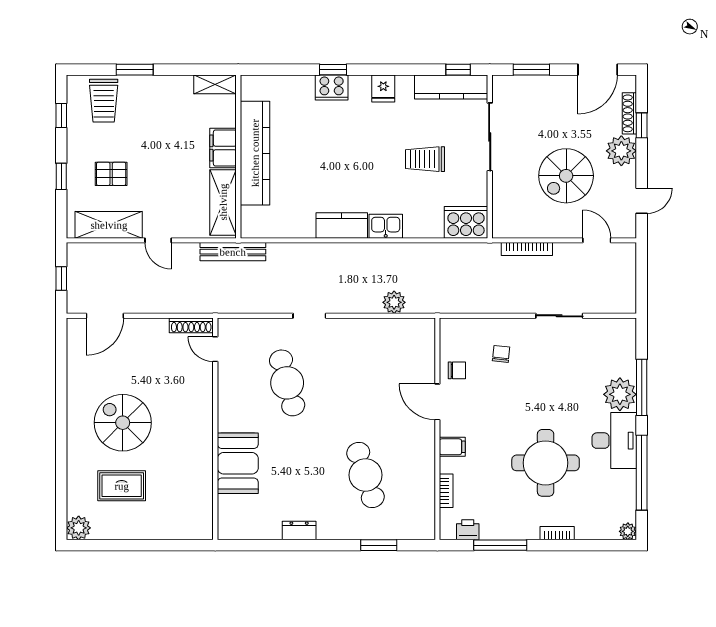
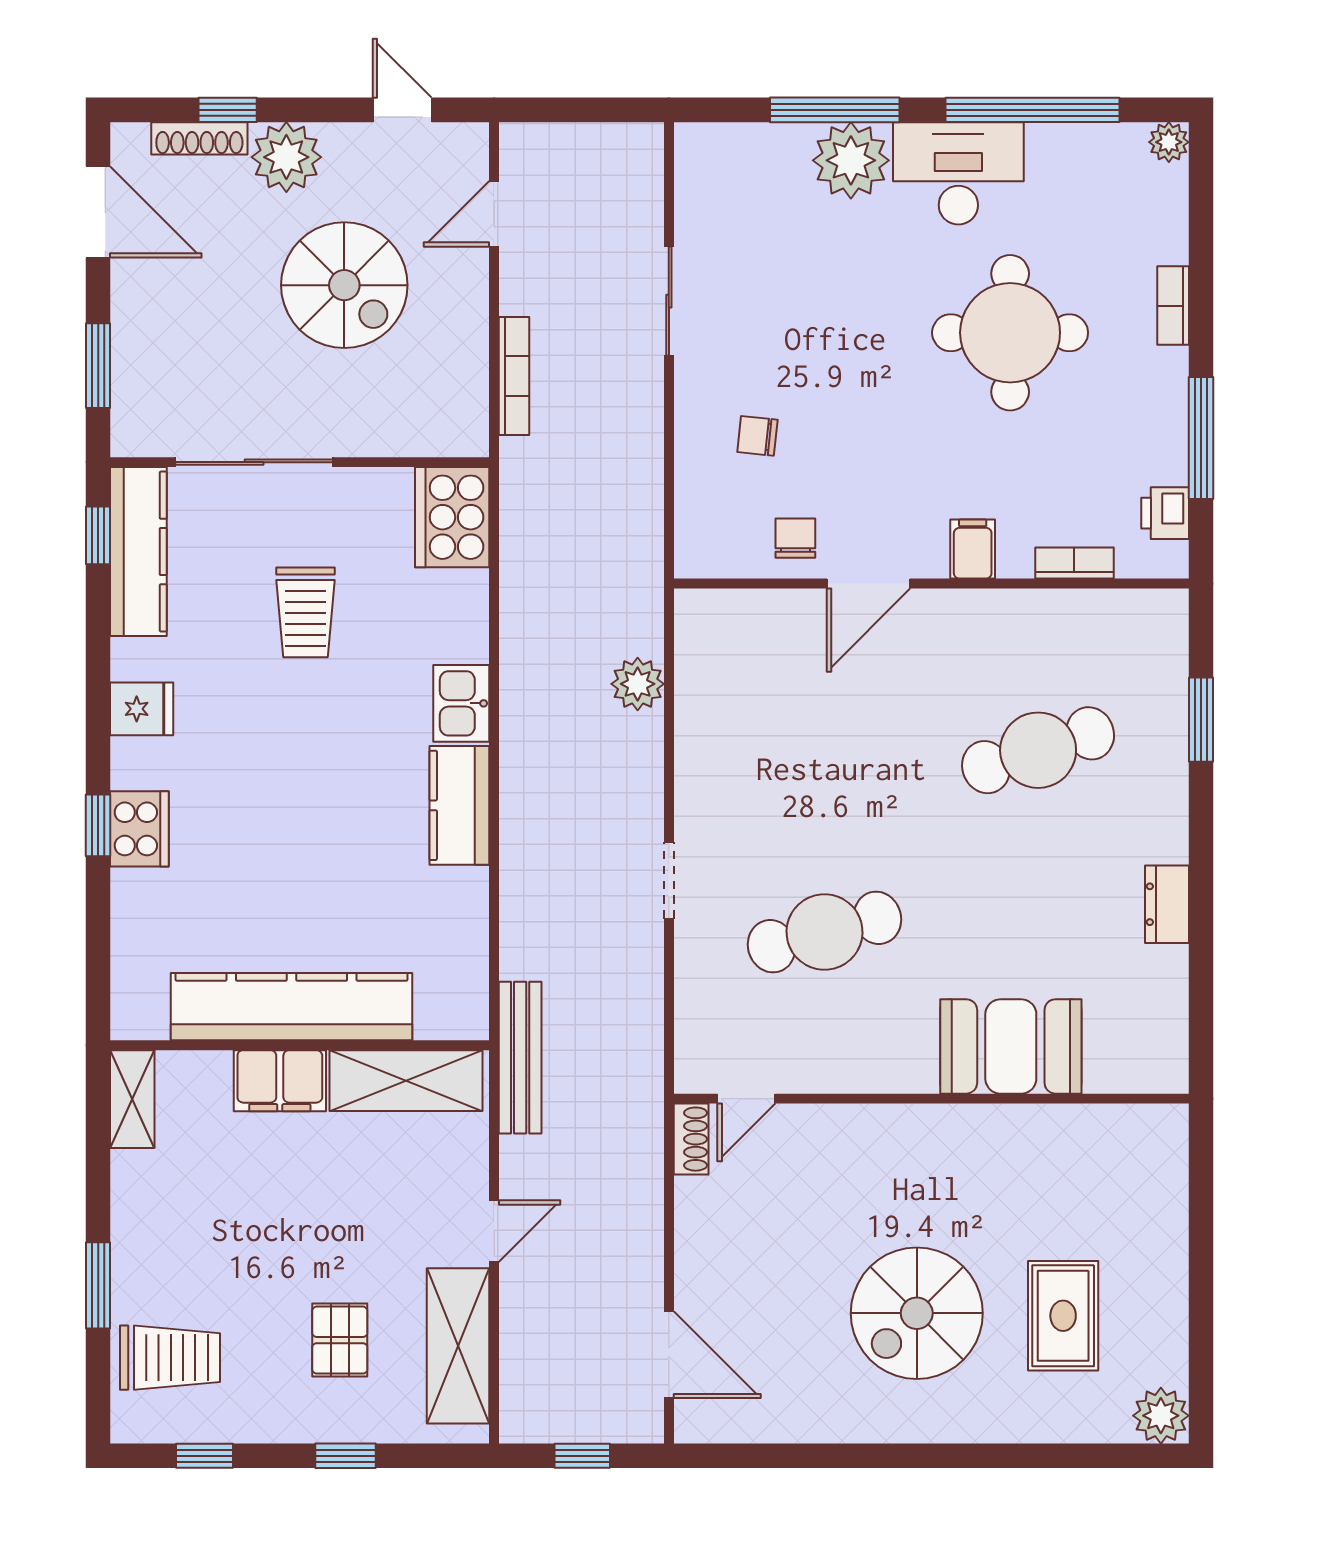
shoe rack: (191, 325) -> (691, 1139), width x0.70

